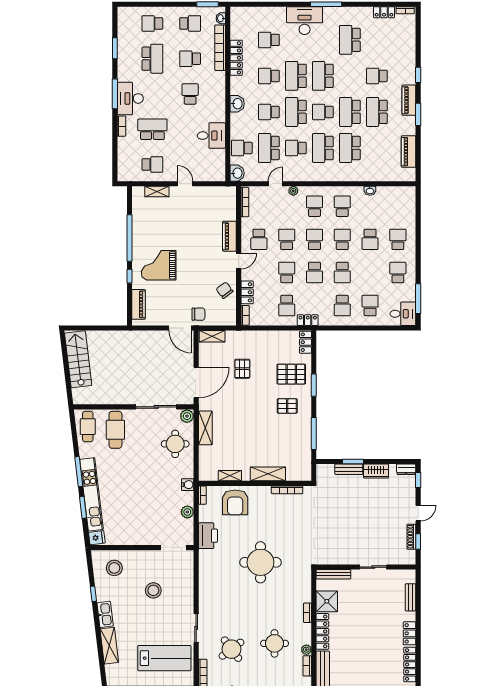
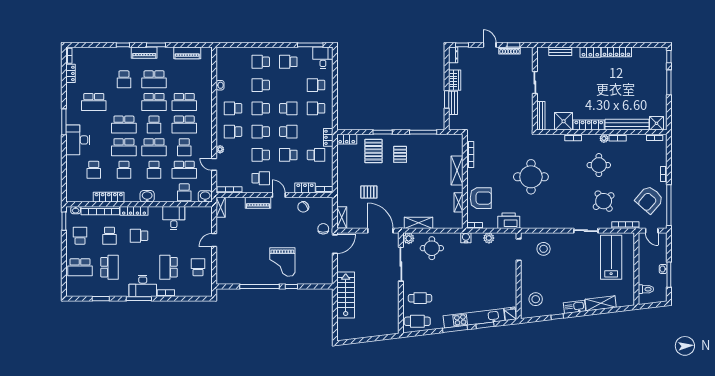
school desk: (152, 23) -> (80, 267), width x1.85
school desk: (152, 59) -> (109, 267), turned 90
locker: (220, 88) -> (134, 211), added
shelving: (157, 192) -> (221, 207), moved
school desk: (370, 239) -> (261, 85), turned 180
piano: (139, 304) -> (315, 279), removed
school desk: (342, 306) -> (316, 108), turned 180
stairs: (78, 359) -> (346, 295), moved, turned 97
cafe table: (115, 430) -> (420, 298), width x0.73, depth x0.74
stool: (153, 590) -> (544, 249), moved

